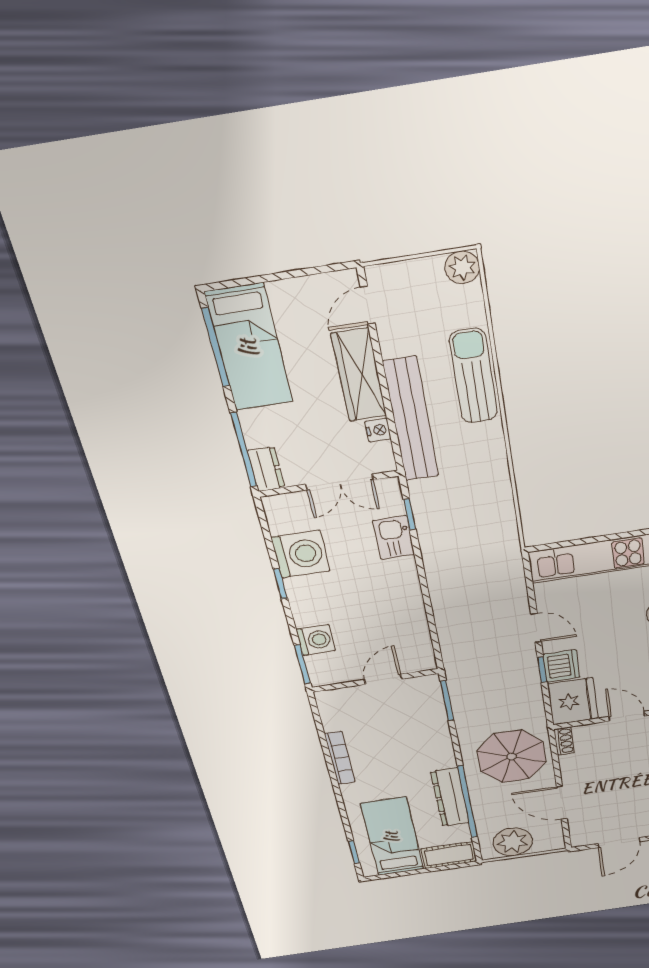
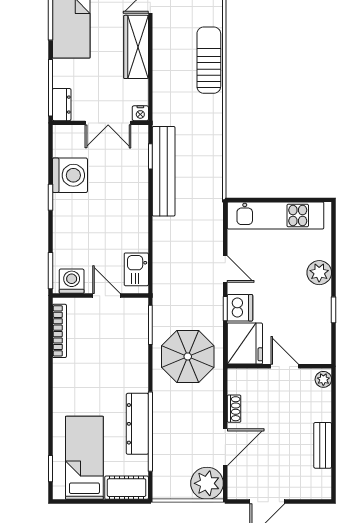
bench: (411, 420) -> (164, 171), moved
nightstand: (378, 430) -> (140, 113), moved, turned 90
kitchen sink: (394, 538) -> (136, 269), moved
washing machine: (316, 640) -> (72, 281), moved, turned -90
door: (383, 679) -> (106, 296), hinge flipped
shoe rack: (564, 741) -> (234, 409), moved
parasol: (512, 756) -> (188, 356), moved
bookcase: (340, 758) -> (59, 331), moved
door: (562, 803) -> (225, 447), swing flipped
plant: (513, 842) -> (207, 483), moved

